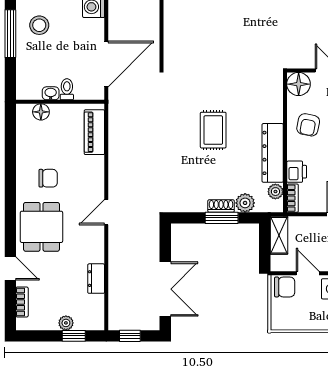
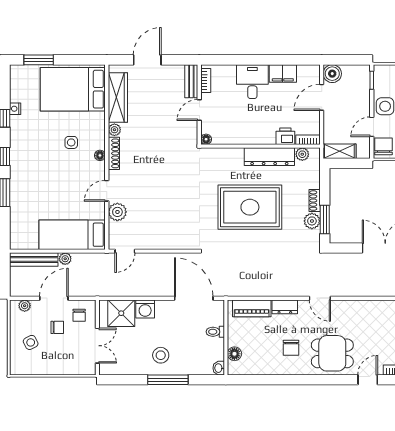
floor lamp: (299, 84) -> (206, 139), width x0.53, depth x0.53
washbasin: (51, 93) -> (219, 368), moved
armchair: (308, 125) -> (246, 126), removed
rug: (213, 130) -> (250, 207), width x1.86, depth x2.06
chair: (48, 178) -> (291, 348), turned 180
plant: (245, 203) -> (312, 221), moved
window: (222, 218) -> (325, 220), moved
dresser: (96, 279) -> (285, 307), moved

